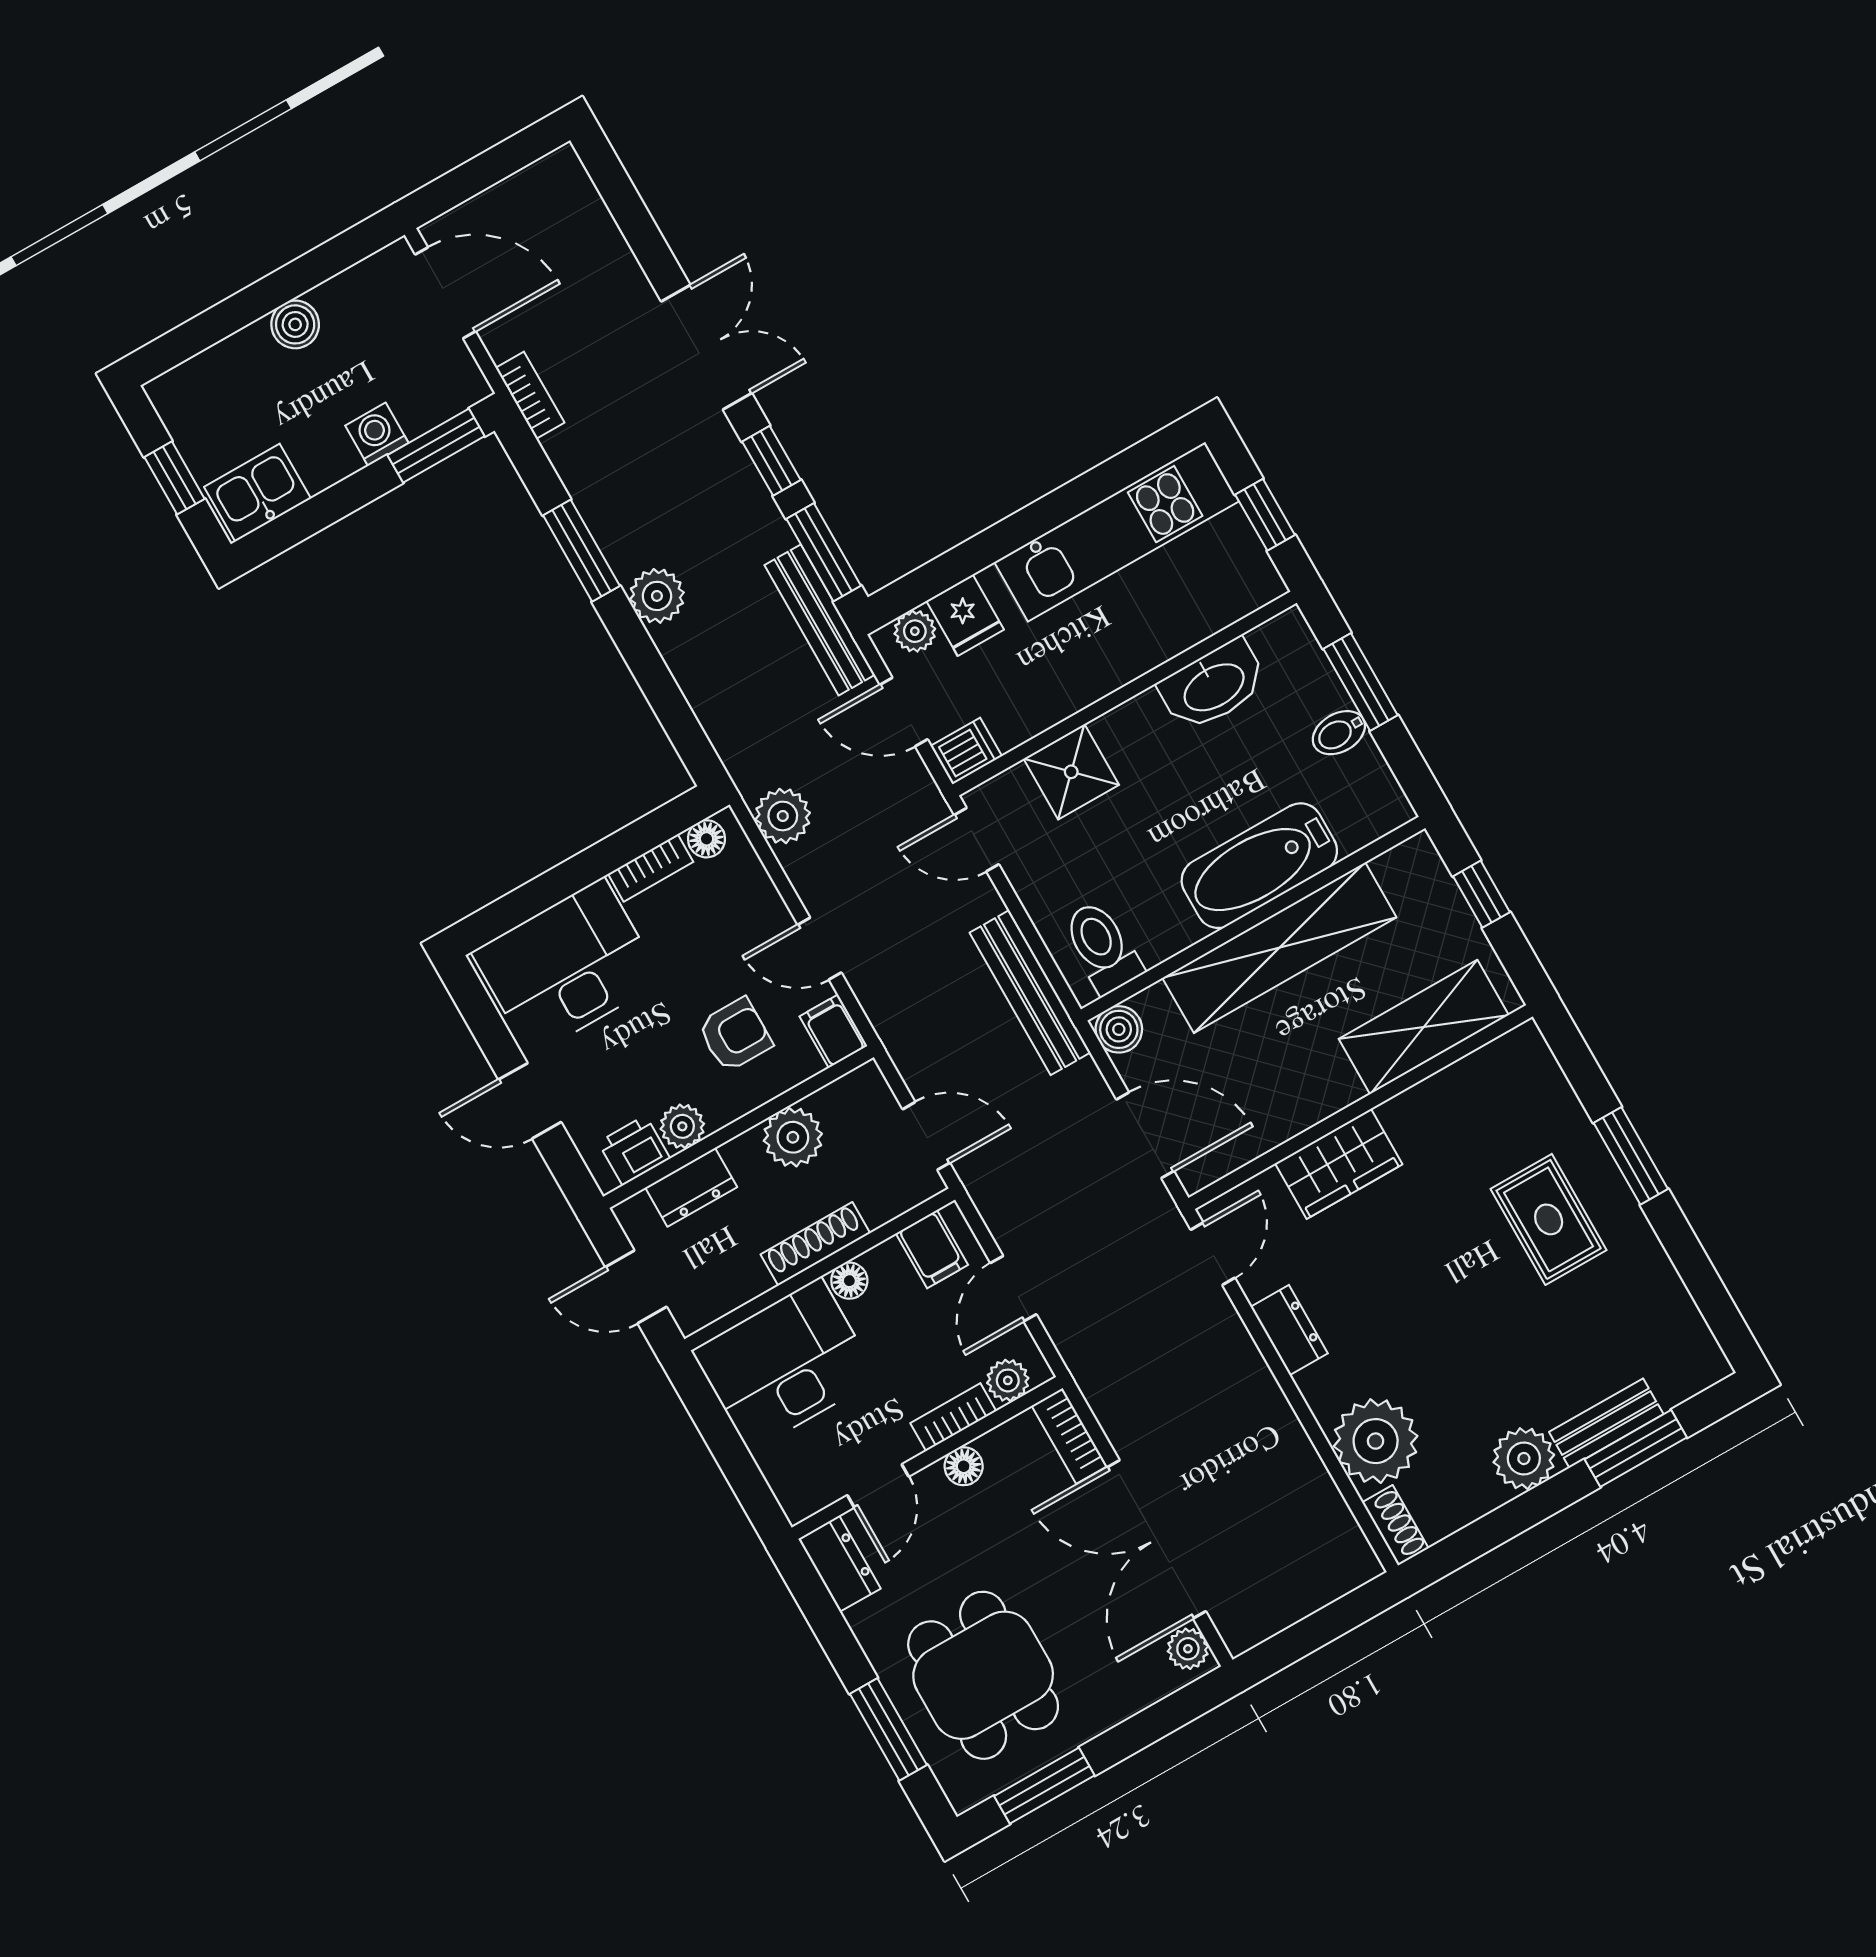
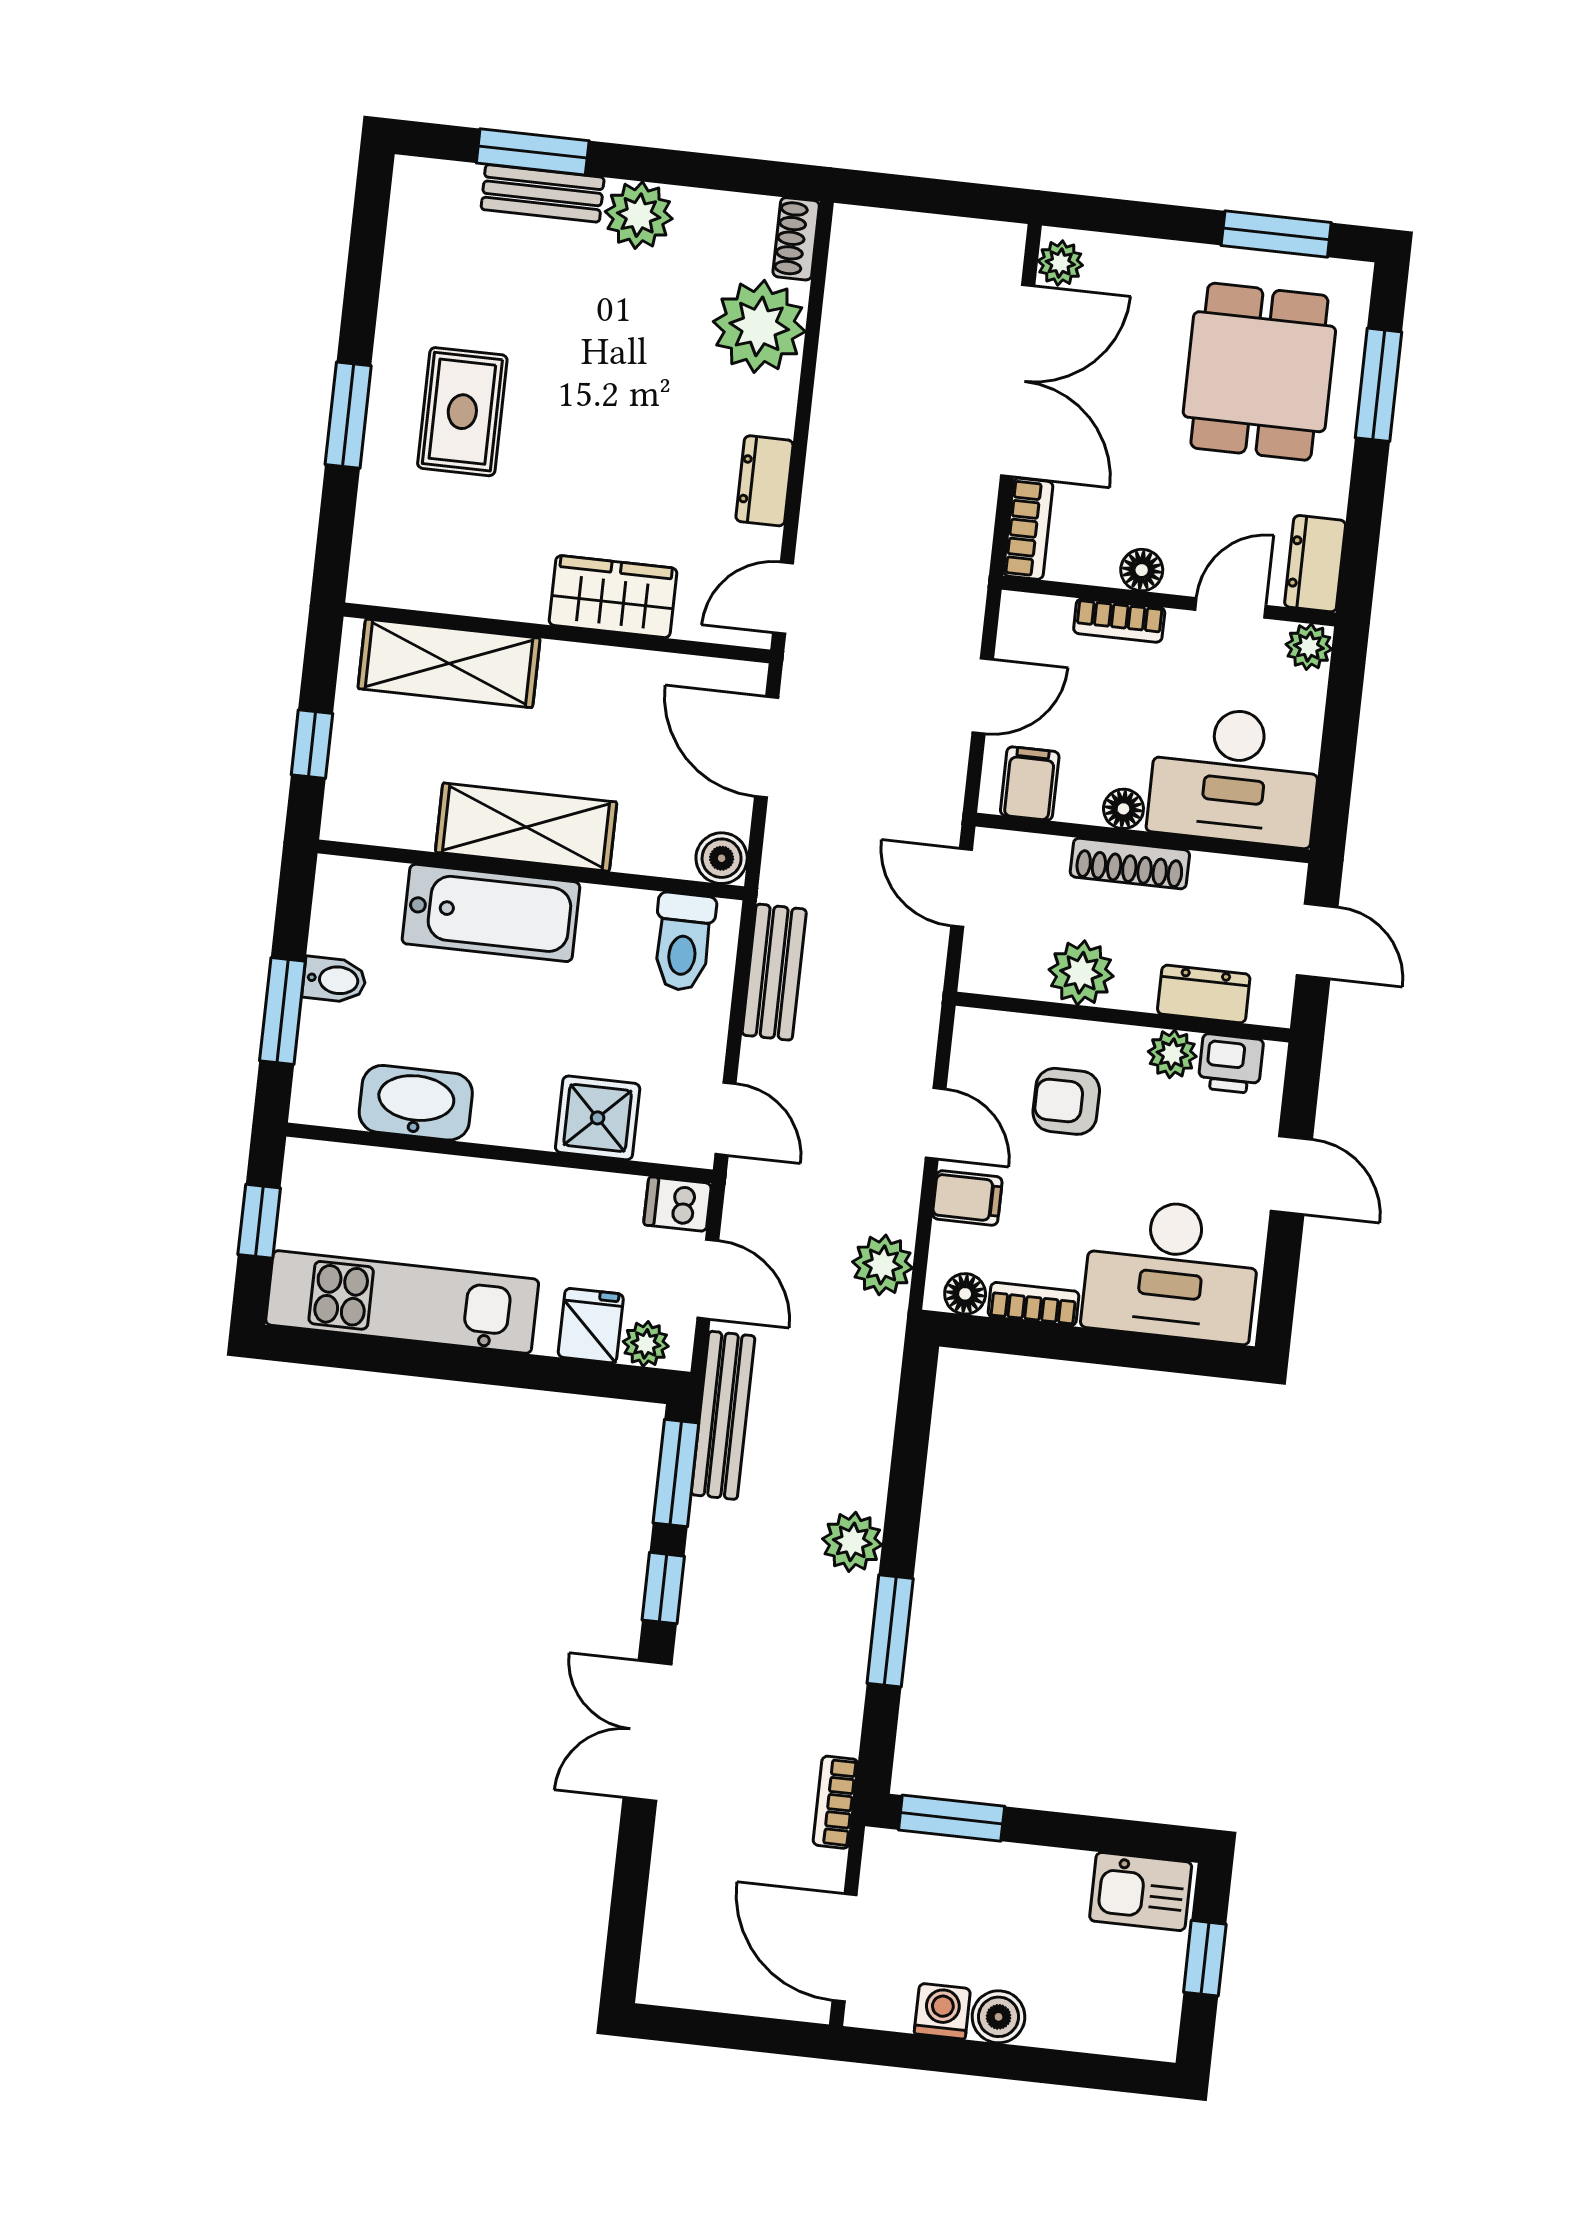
washing machine: (377, 434) -> (942, 2011), moved, turned 180
shelving: (1279, 948) -> (526, 827), width x0.68
bench: (1030, 993) -> (774, 972), width x0.73
filing cabinet: (834, 1031) -> (967, 1198), moved, turned -90
plant: (1008, 1380) -> (1309, 647), moved

